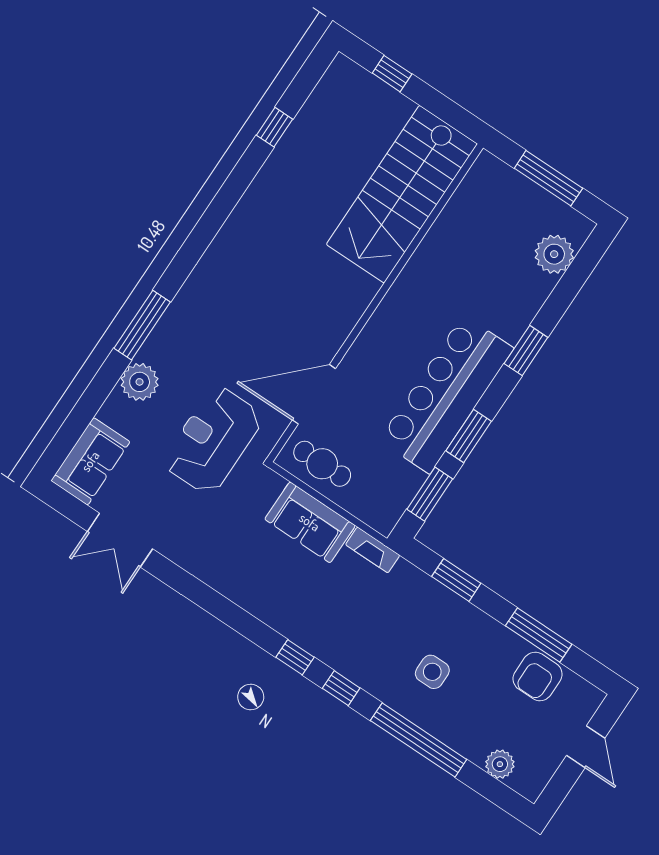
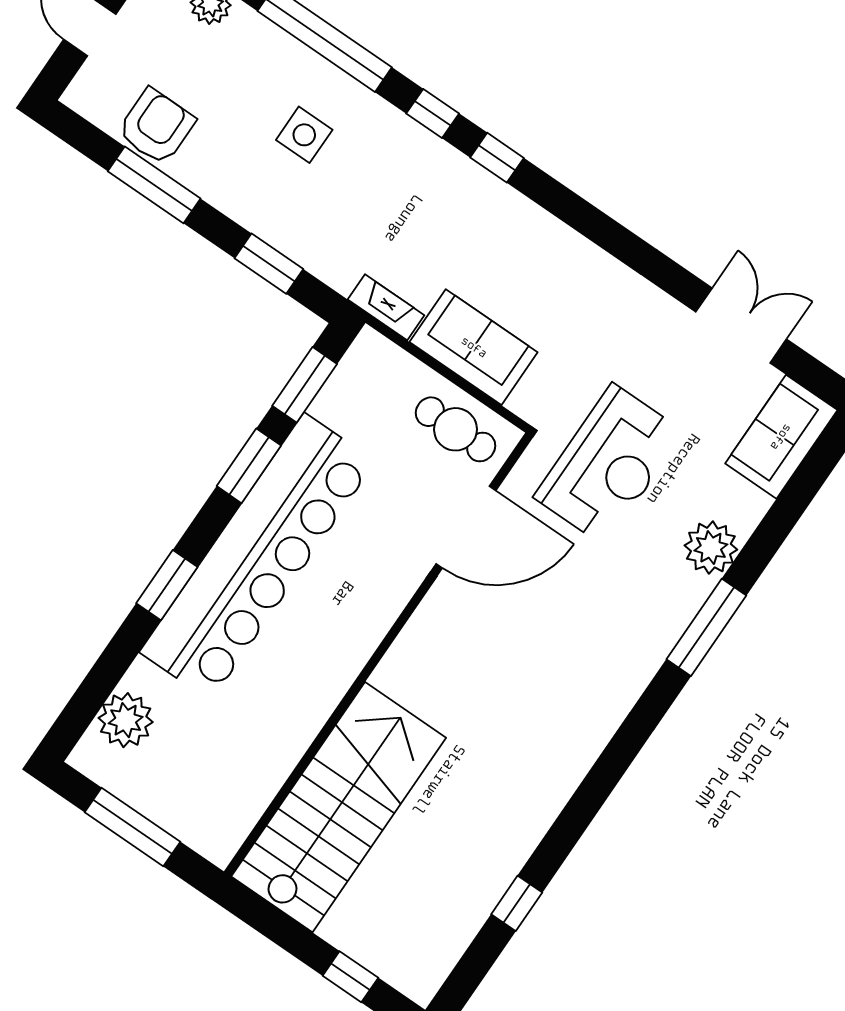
bar counter: (446, 394) -> (258, 557), width x1.36

